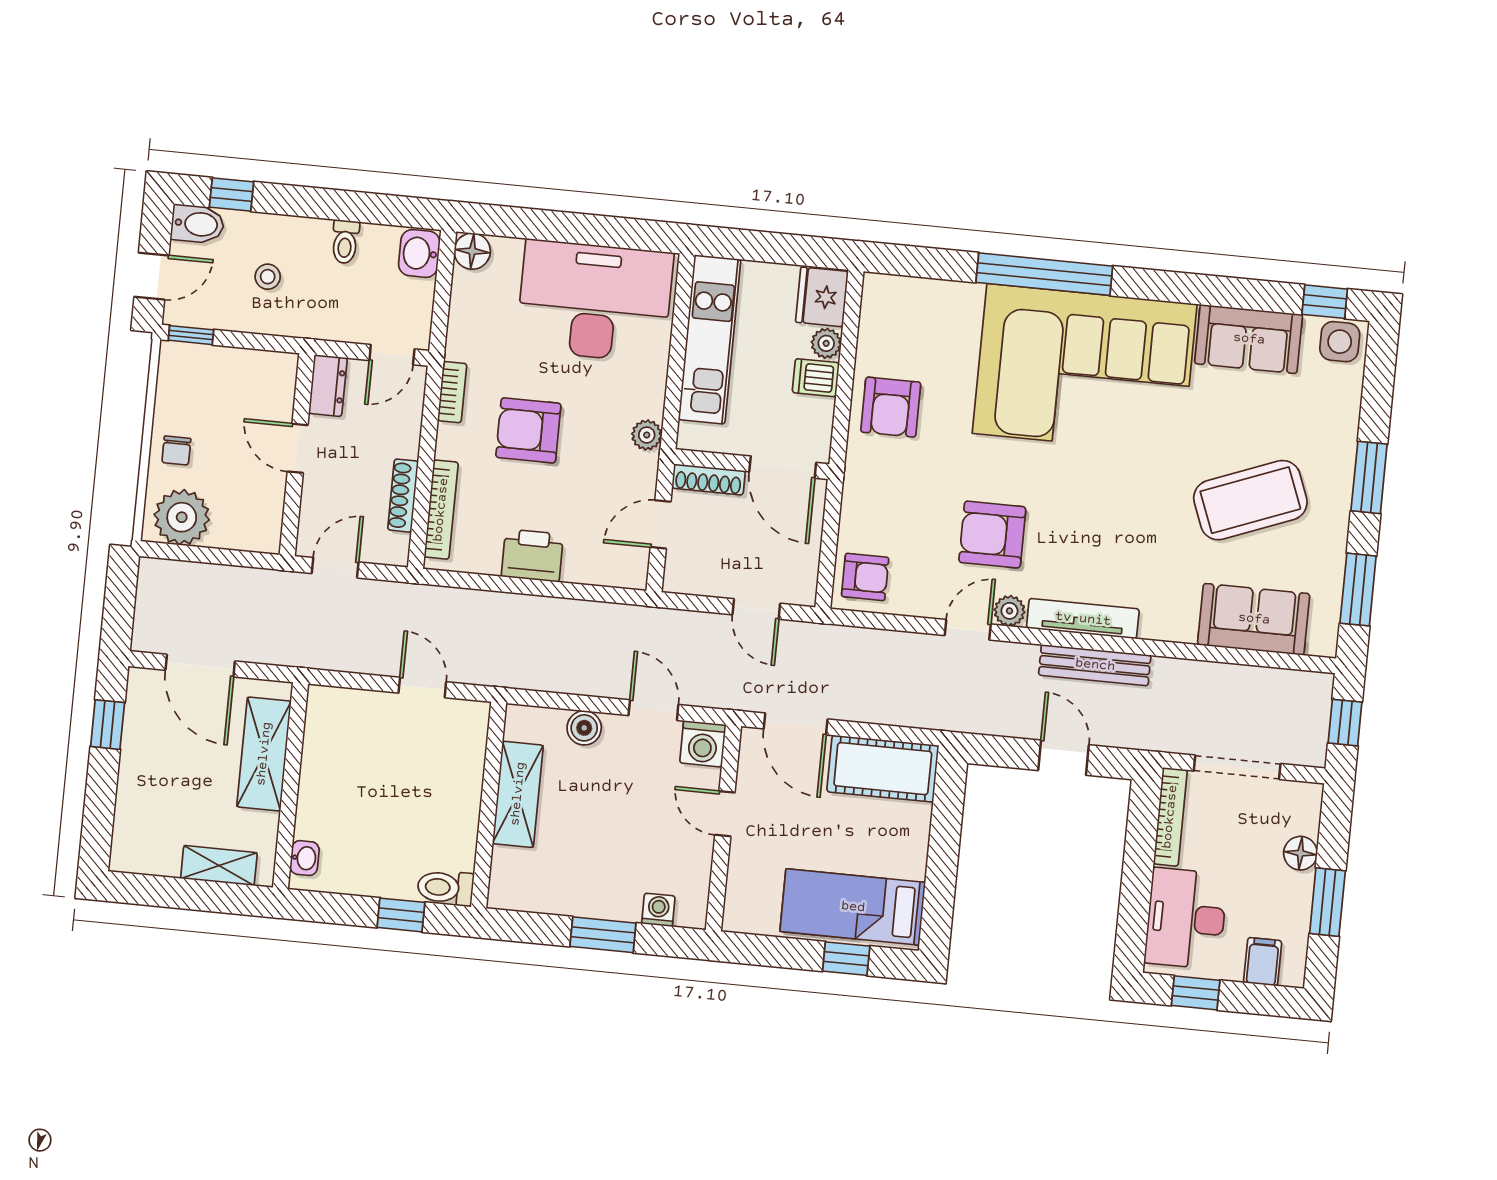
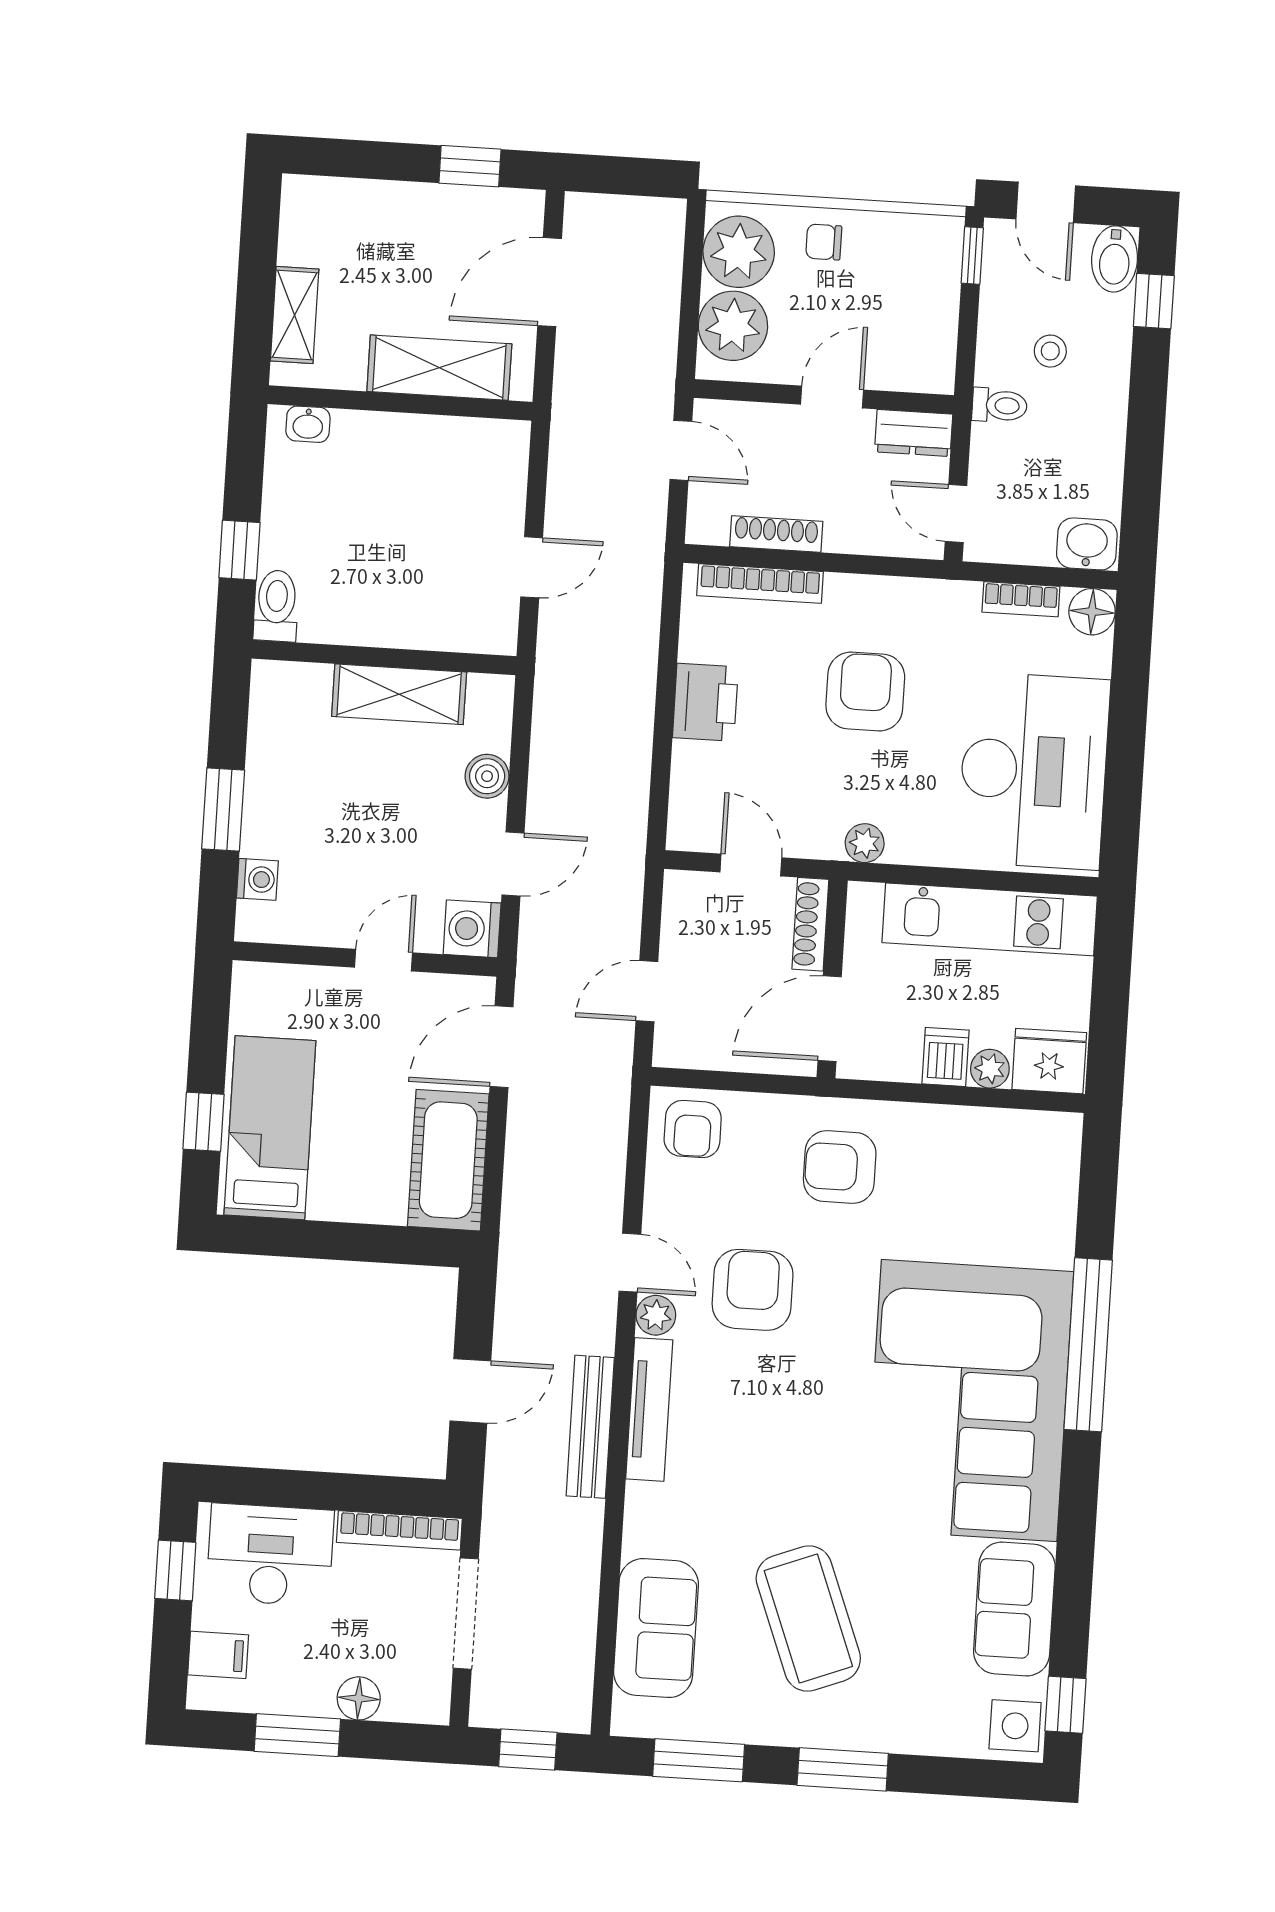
toilet: (345, 242) -> (999, 405), moved, turned 180
bookcase: (452, 392) -> (1021, 599), moved
armchair: (891, 407) -> (840, 1167), moved
plant: (239, 524) -> (733, 326), added

